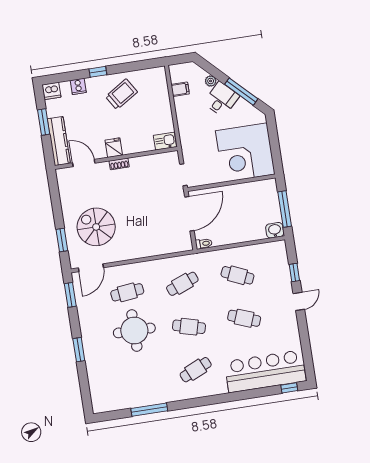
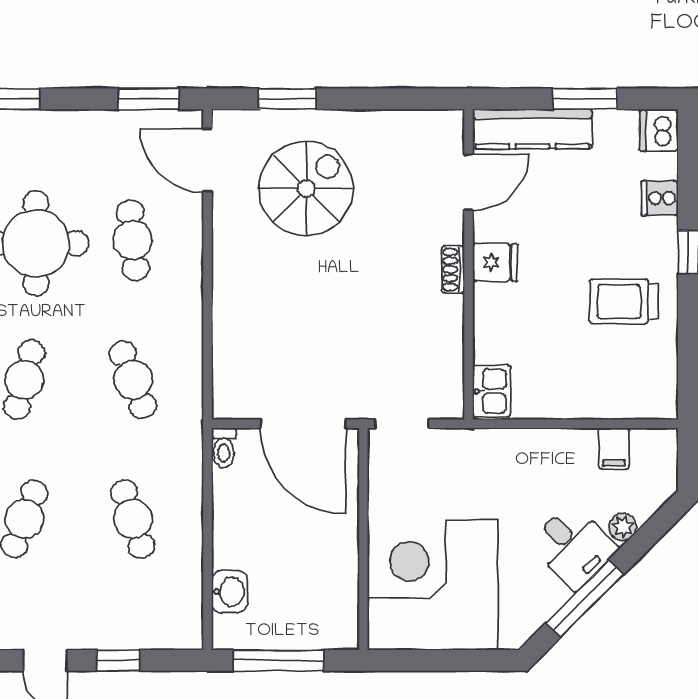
trolley: (121, 94) -> (624, 302), turned 122
washbasin: (275, 230) -> (230, 592), moved
cafe table: (237, 275) -> (133, 519), turned -42

